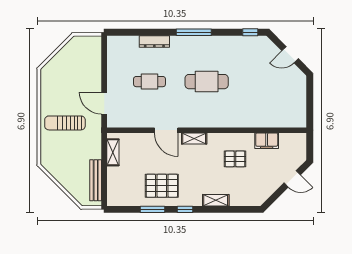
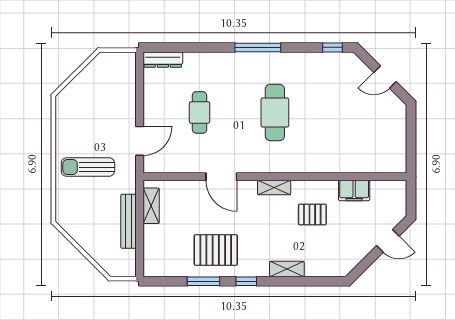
dresser: (154, 41) -> (163, 60), moved
cafe table: (150, 82) -> (200, 112), turned 90
cafe table: (207, 82) -> (275, 112), turned 90
door: (104, 103) -> (140, 141), swing flipped
shelving: (194, 138) -> (274, 188), moved
bench: (96, 180) -> (128, 221), moved

